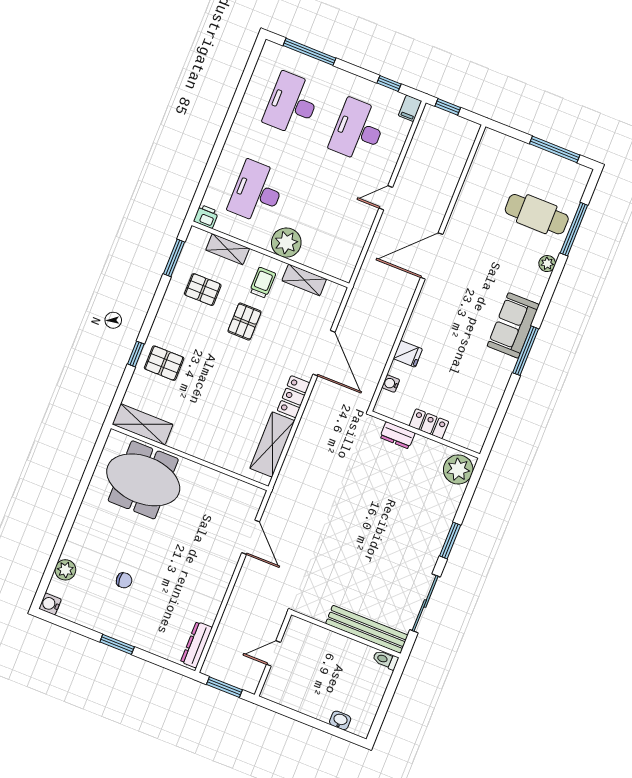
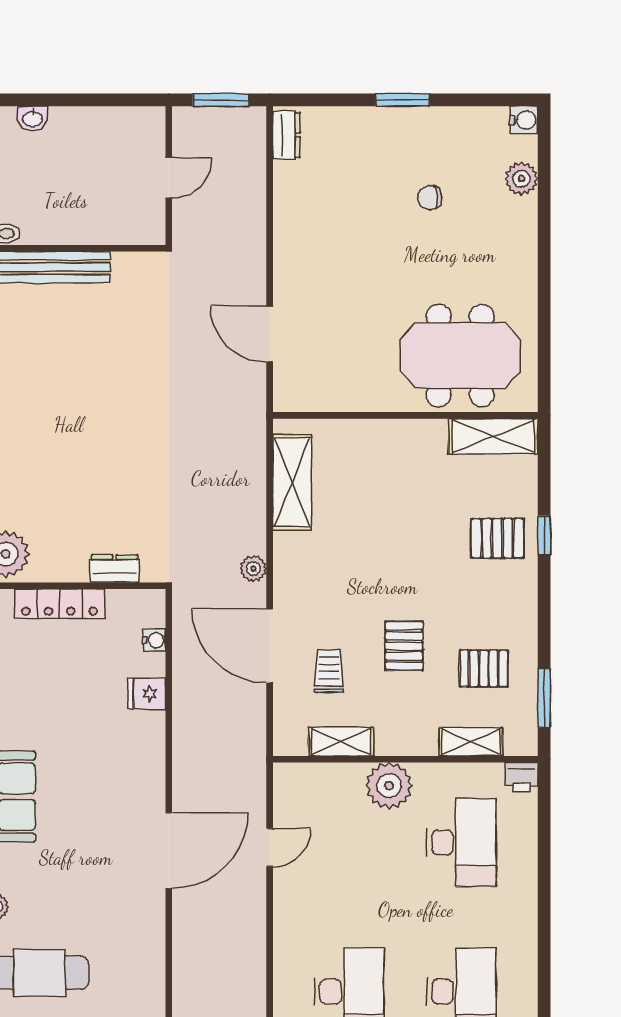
door: (386, 198) -> (270, 848), moved
trolley: (263, 283) -> (329, 671), moved, turned 180
locker: (294, 397) -> (289, 565), removed
plant: (315, 403) -> (253, 569), added
locker: (429, 424) -> (60, 604), width x1.53
dresser: (196, 645) -> (286, 135), width x0.70

